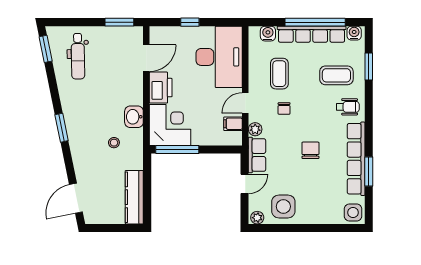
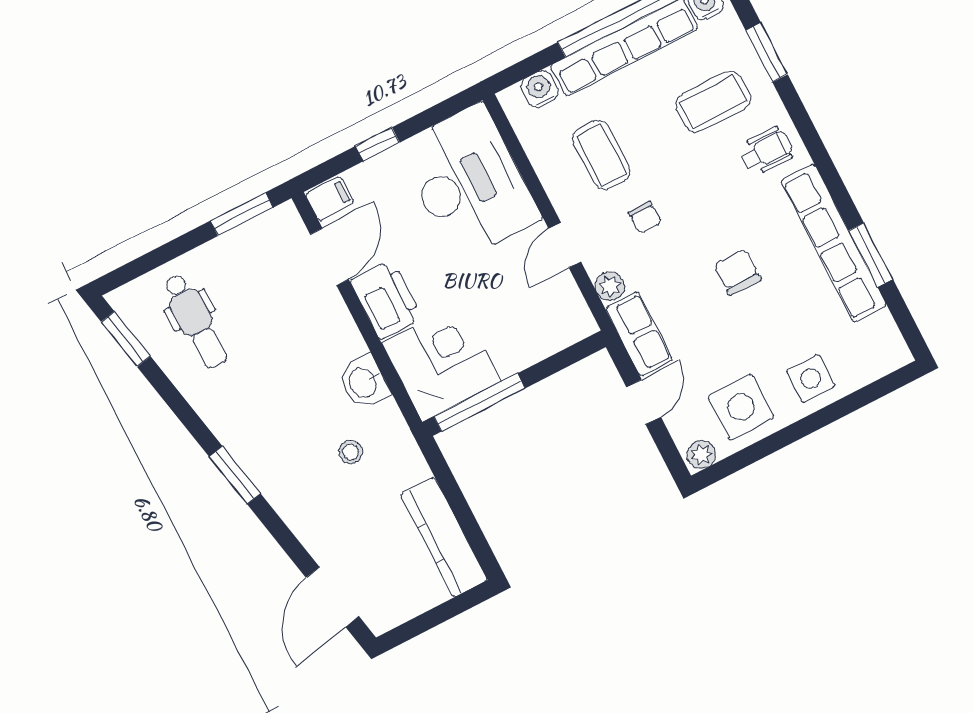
filing cabinet: (233, 124) -> (330, 199), moved, turned 180
side table: (353, 213) -> (811, 378), moved

